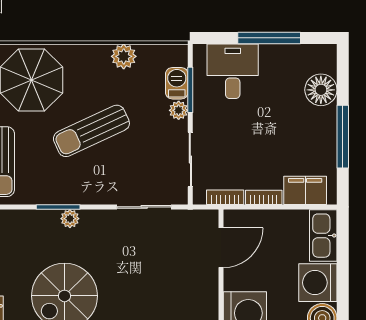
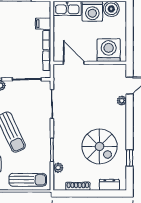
filing cabinet: (305, 190) -> (43, 24), width x0.50
plant: (70, 219) -> (58, 168), moved

